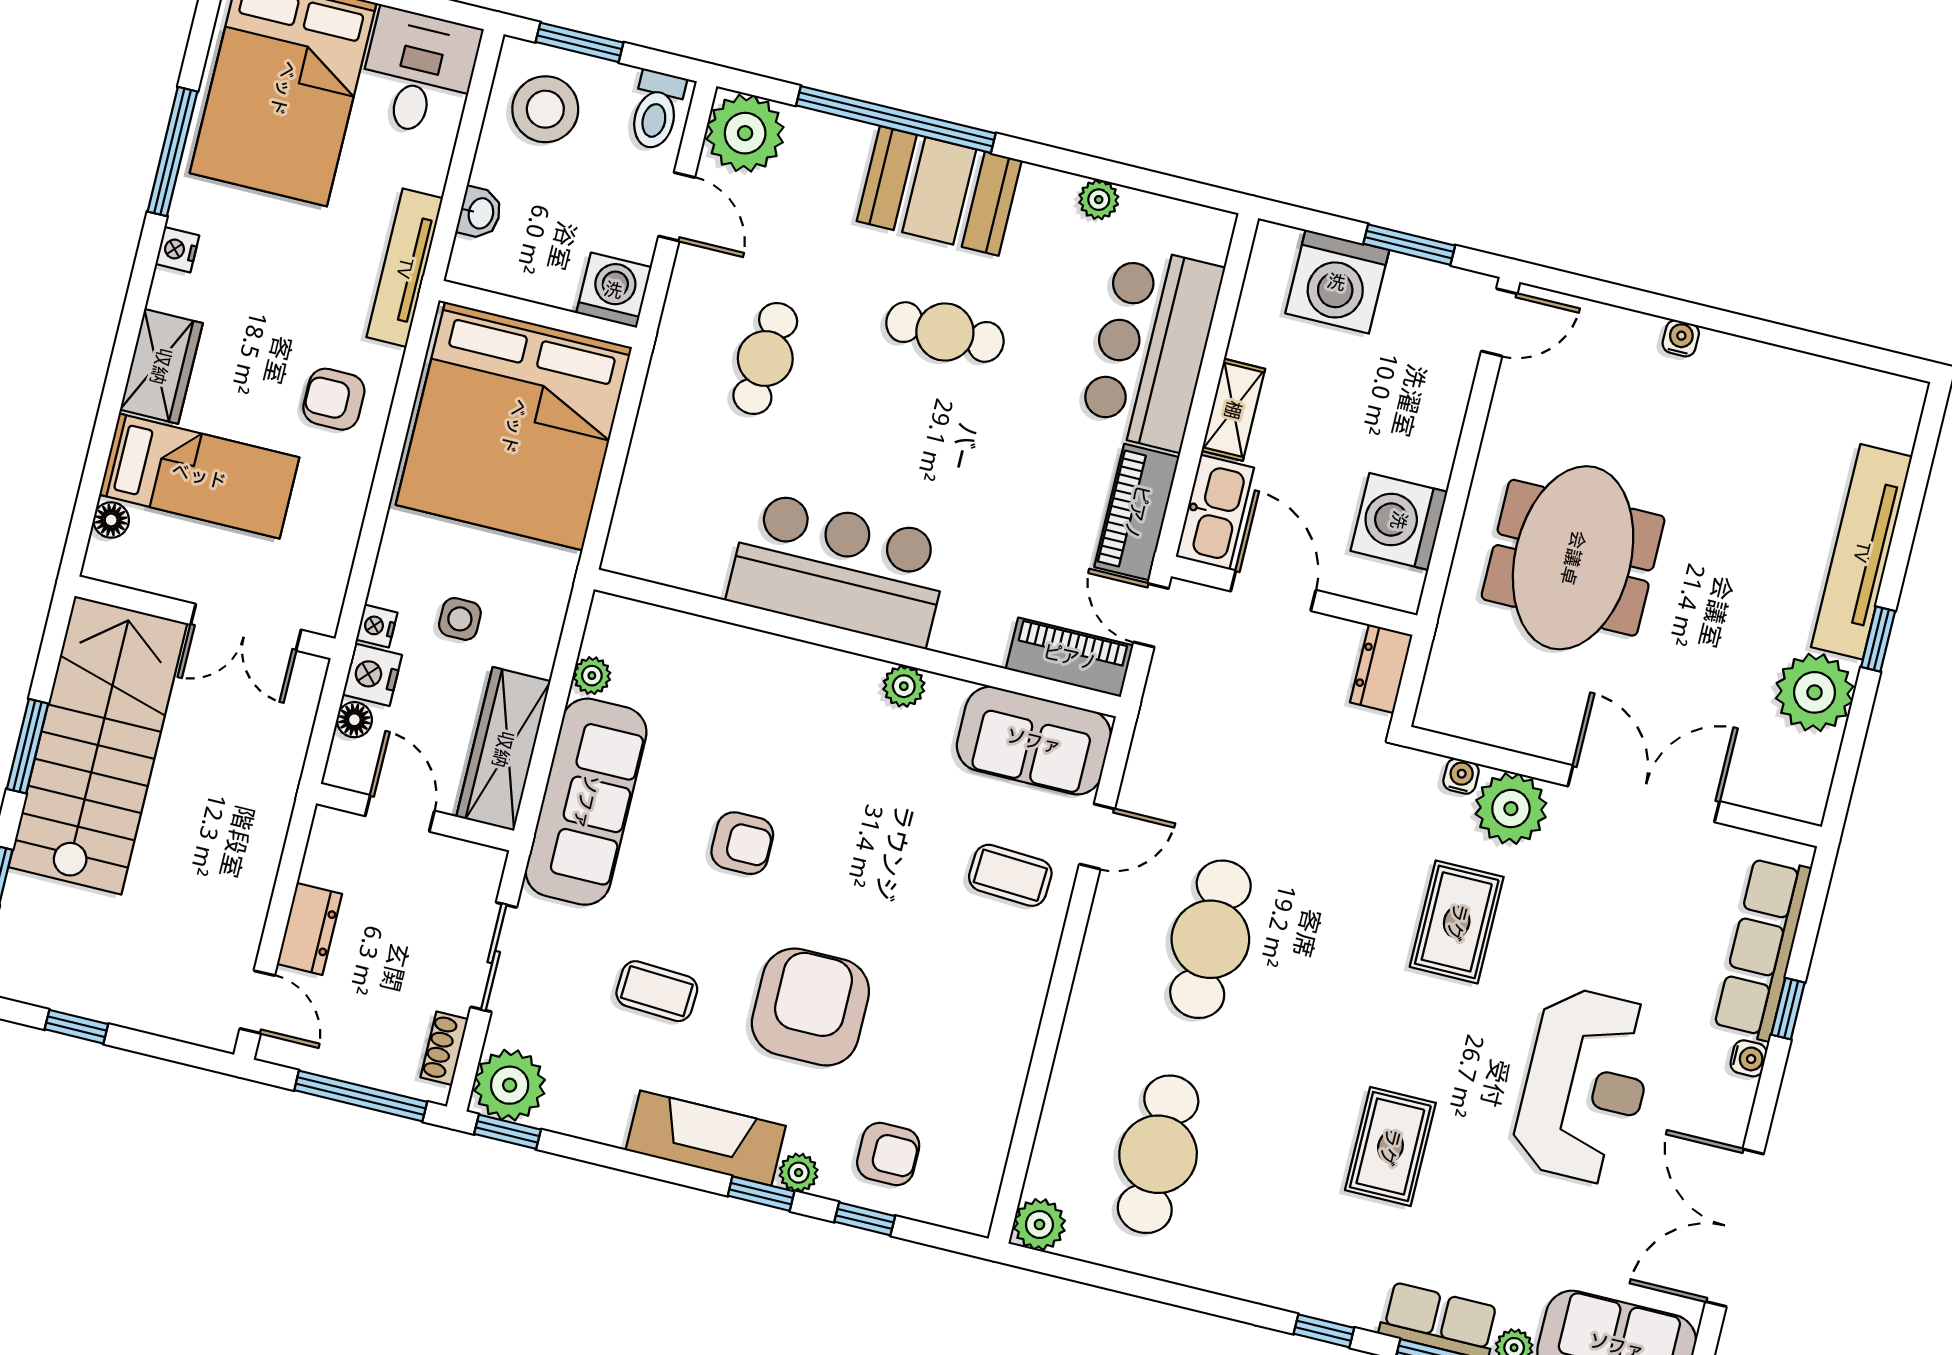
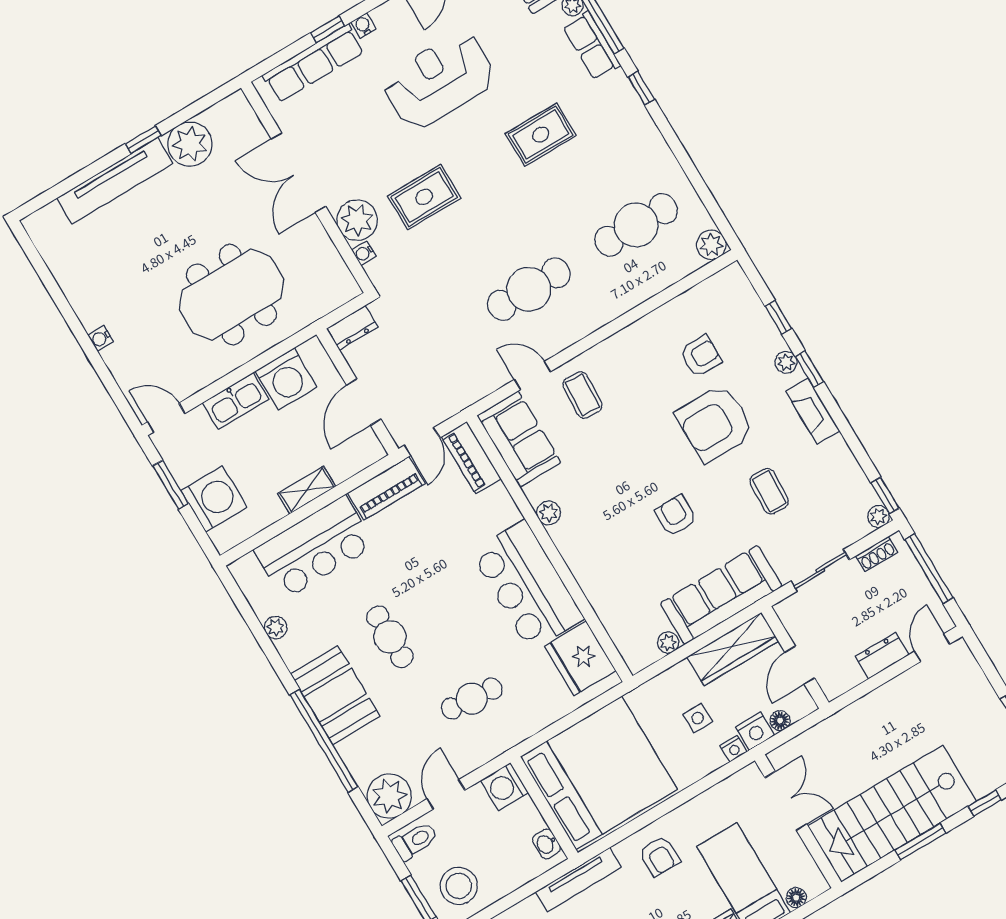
washbasin: (480, 213) -> (546, 844), moved, turned -90
kitchen sink: (1215, 512) -> (235, 401), moved, turned 180
fridge: (681, 545) -> (580, 658), added
plant: (510, 1085) -> (878, 516), width x0.53, depth x0.53
fireplace: (706, 1138) -> (813, 411), width x0.73, depth x0.76
armchair: (888, 1154) -> (701, 356), moved, turned 90

